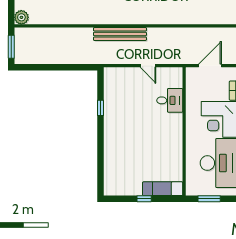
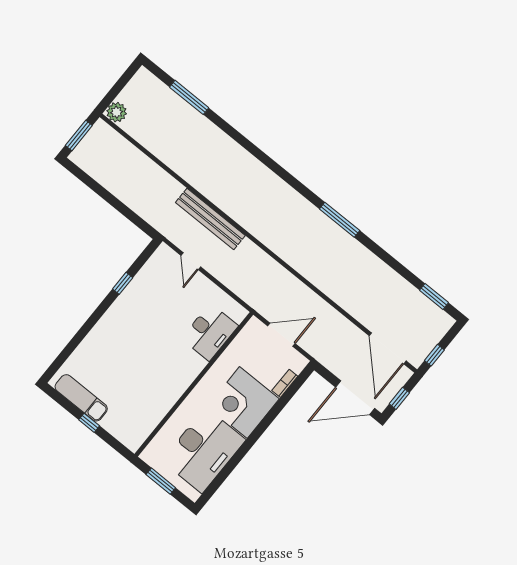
door: (148, 66) -> (191, 261), moved
desk: (170, 100) -> (210, 332), width x1.37
exam couch: (163, 189) -> (81, 398), moved

